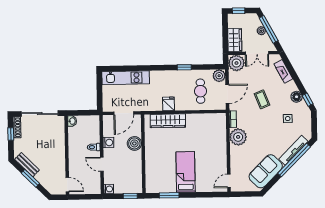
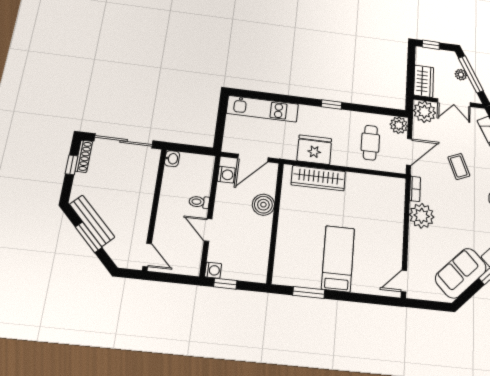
window: (184, 67) -> (332, 105), moved
fridge: (168, 104) -> (314, 150), width x1.88, depth x1.34
washing machine: (108, 143) -> (226, 175), moved
bench: (27, 165) -> (92, 221), width x1.36
window: (130, 196) -> (225, 284), moved

